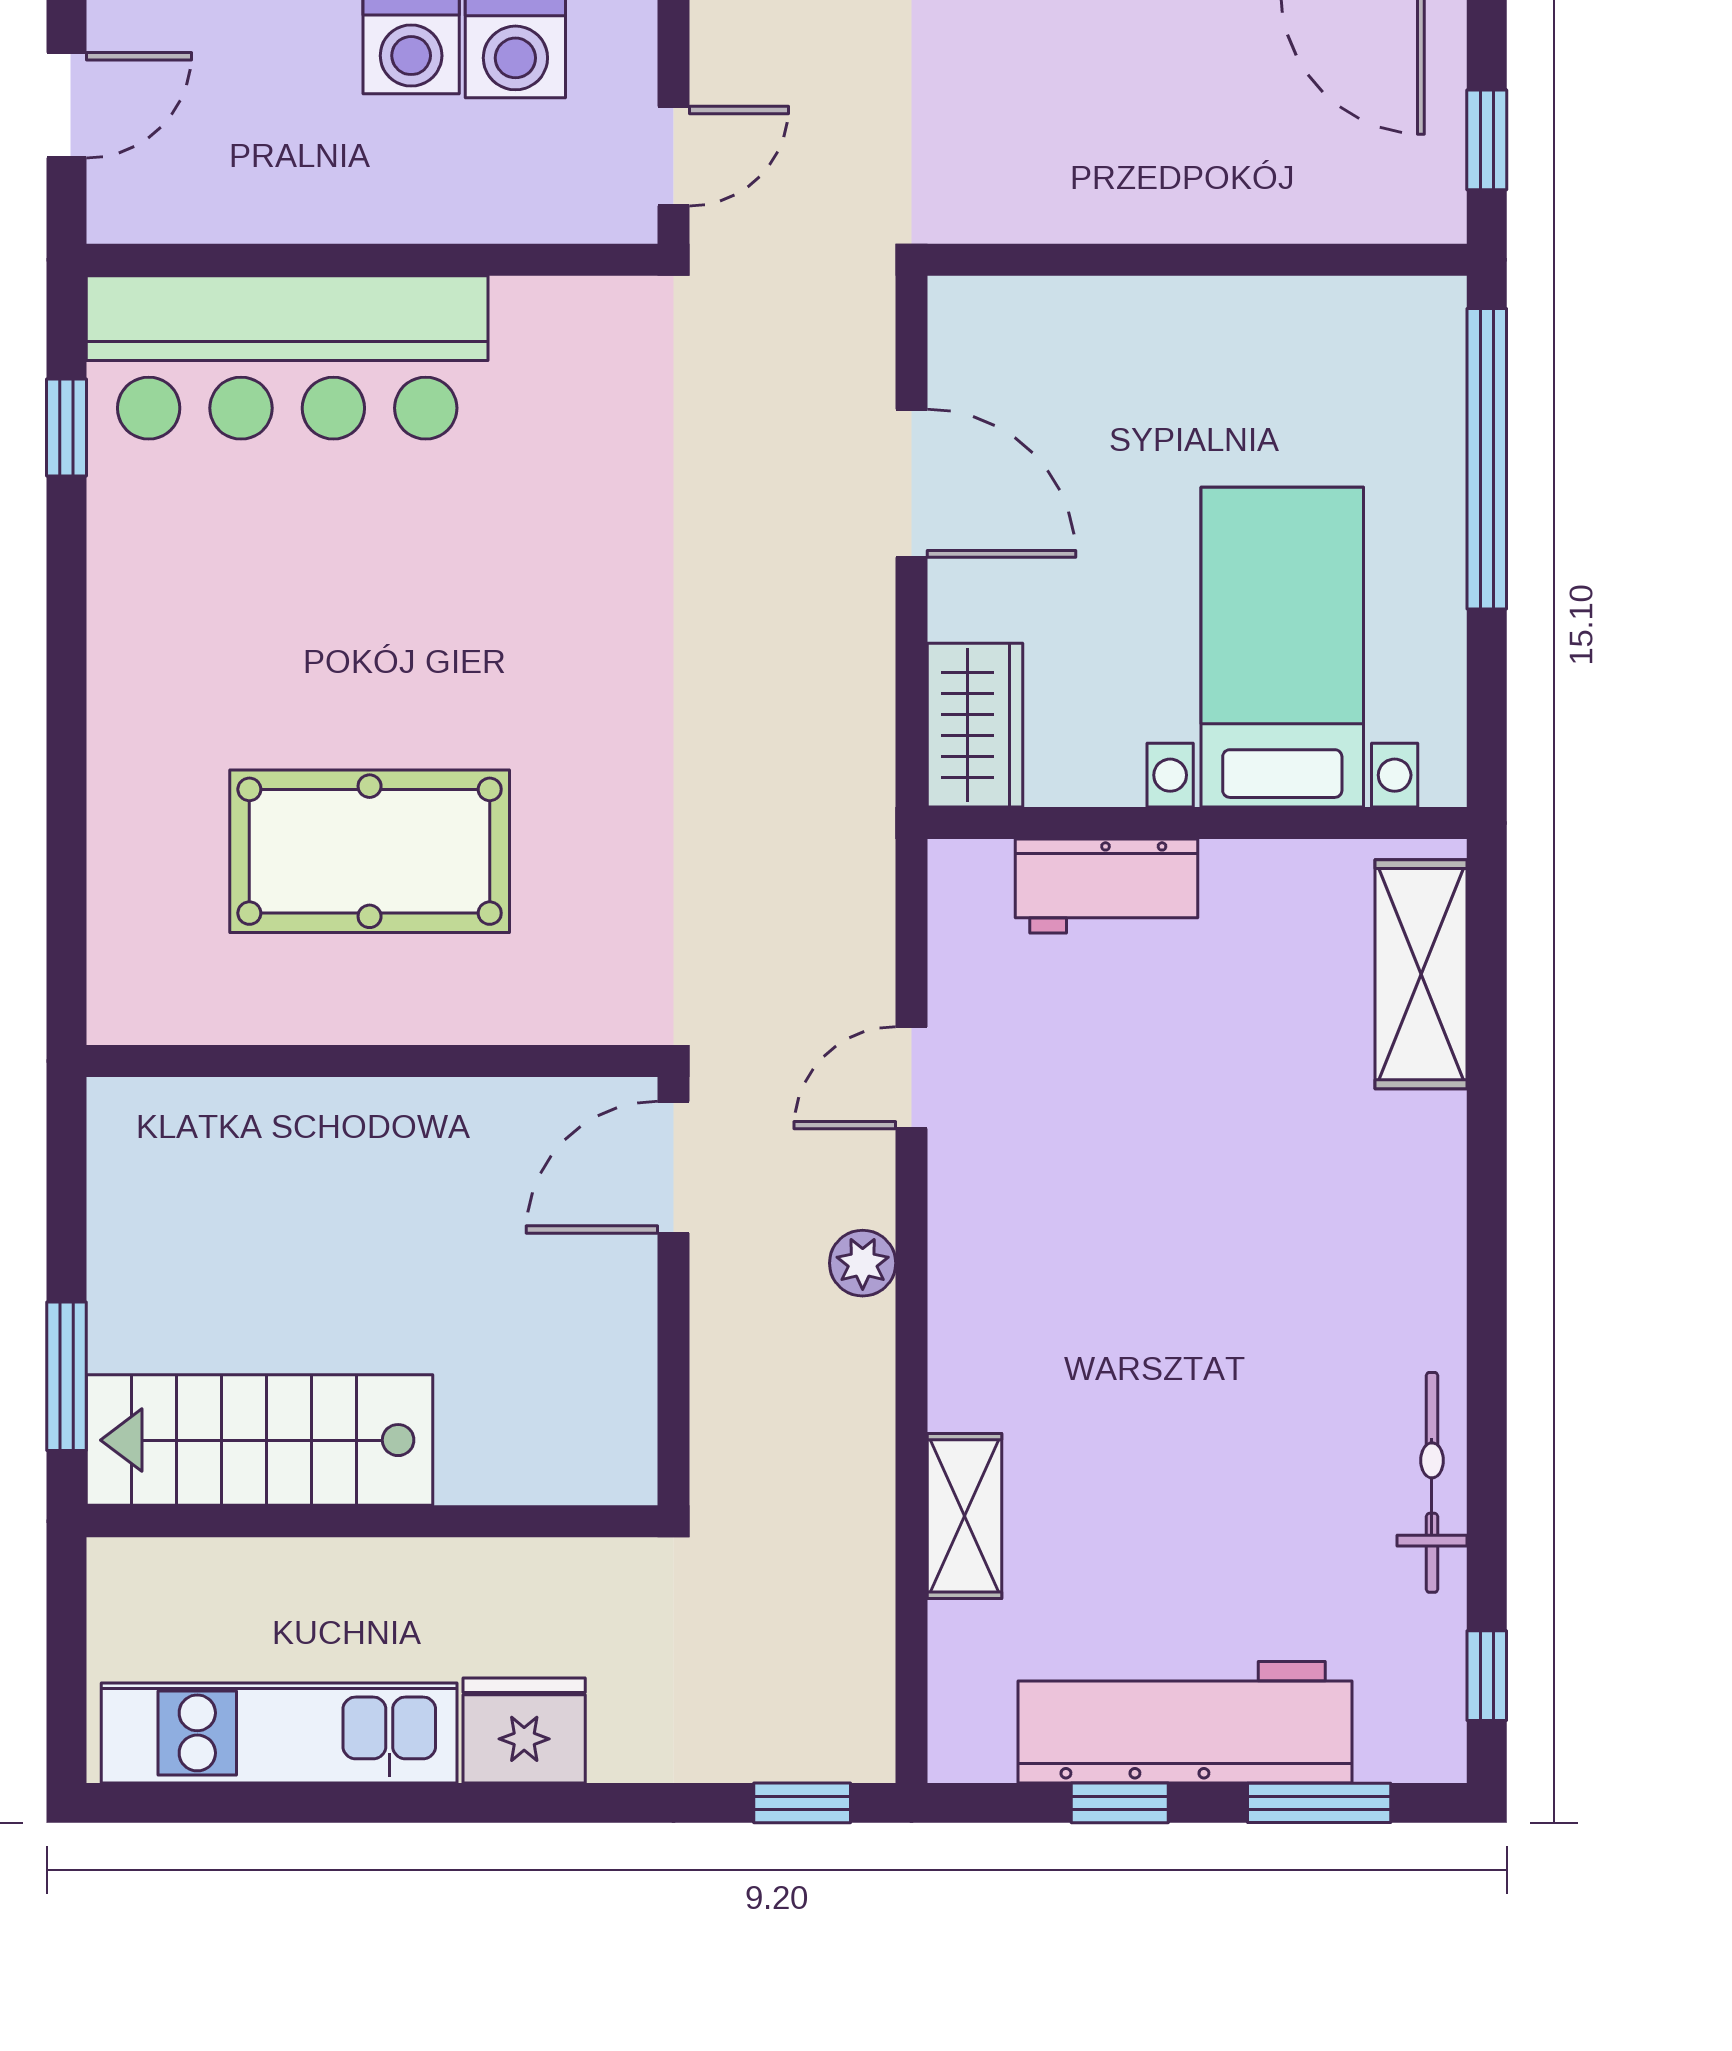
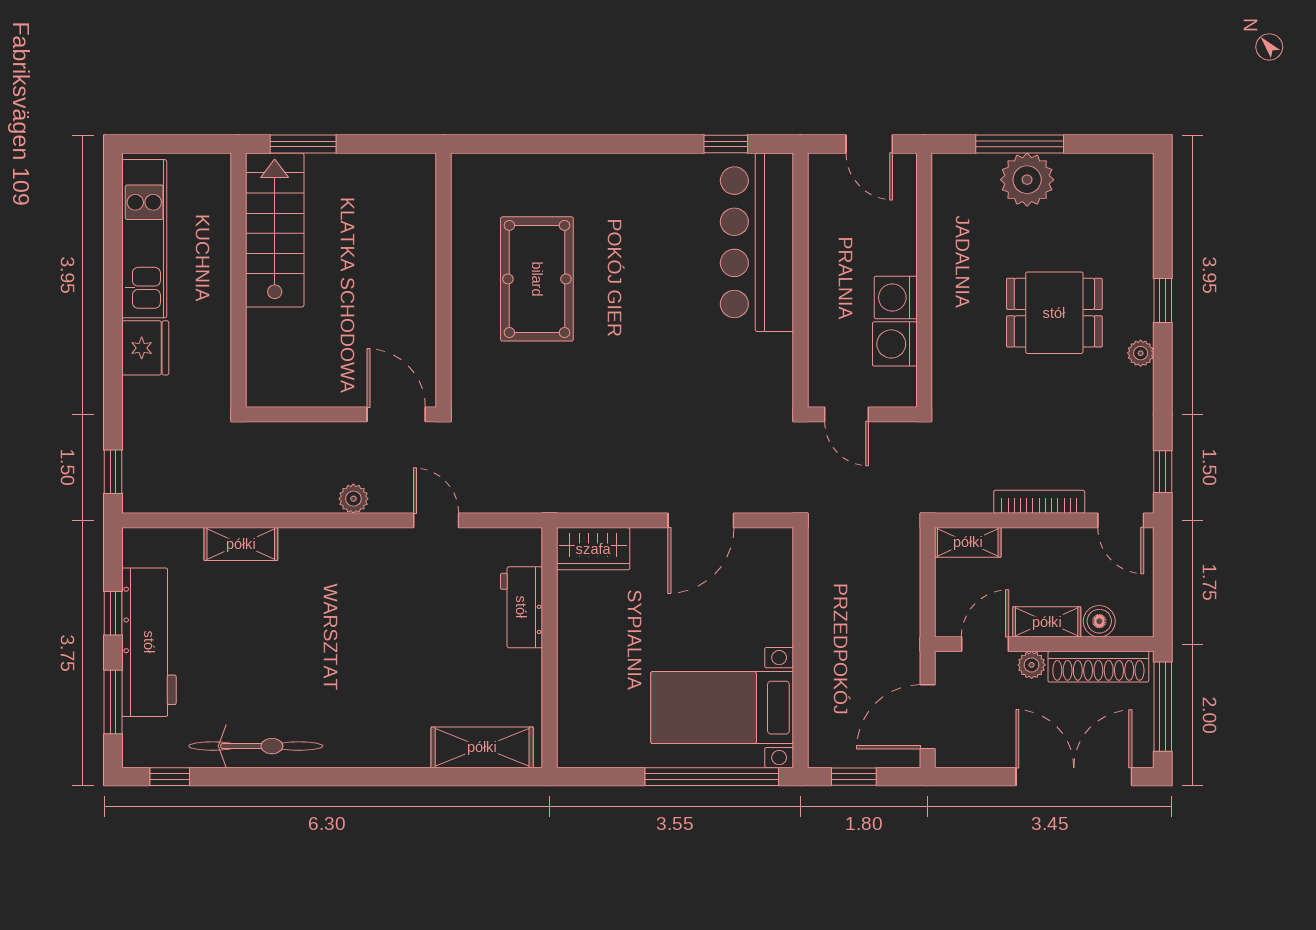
bed with nightstands: (1282, 647) -> (722, 708), moved, turned 180
bicycle: (1432, 1482) -> (256, 746), width x1.37, depth x1.40

